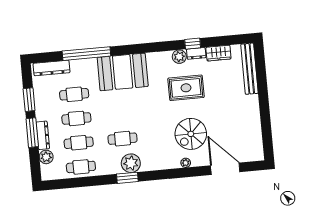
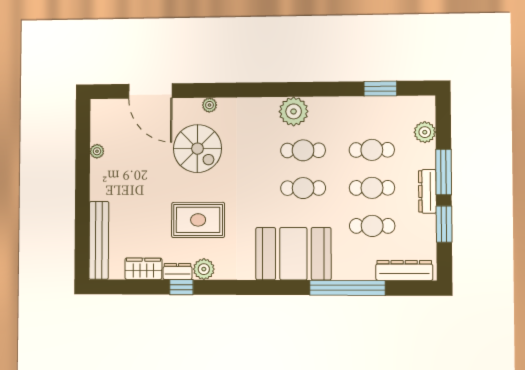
plant: (257, 126) -> (97, 151), added
spiral stairs: (191, 134) -> (197, 149), turned 90
dresser: (43, 135) -> (427, 191), moved
cafe table: (81, 167) -> (303, 188), moved
window: (127, 178) -> (380, 89), moved

